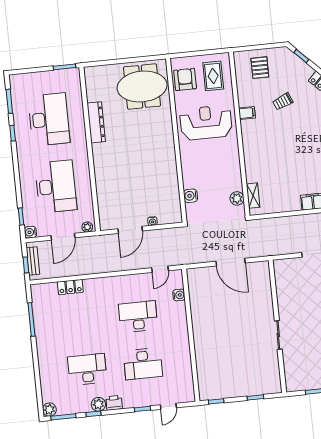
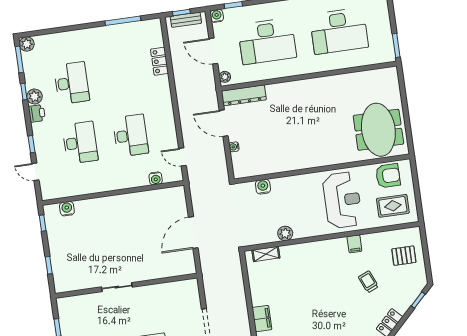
dresser: (96, 122) -> (244, 95), moved
plant: (237, 198) -> (285, 233), moved
desk: (143, 364) -> (80, 143), turned 180
water cooler: (204, 378) -> (67, 209), added

